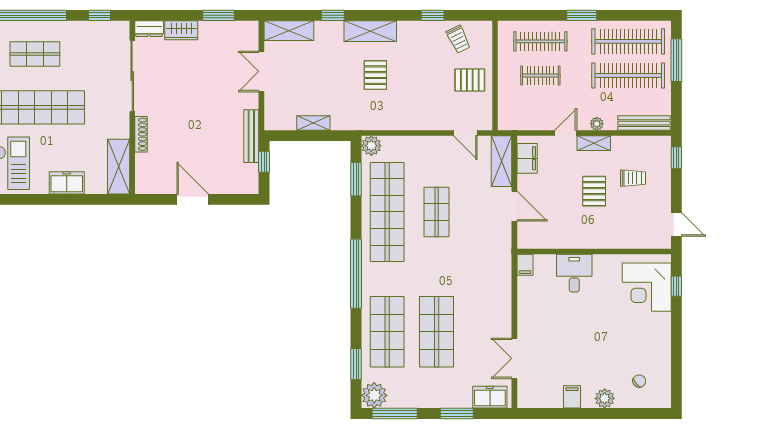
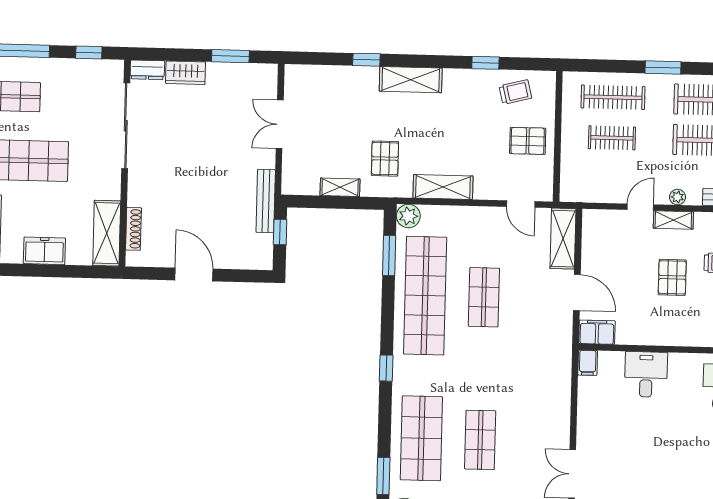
shelving: (289, 31) -> (443, 187), moved
trolley: (458, 39) -> (515, 92), turned -78
pallet: (375, 75) -> (385, 159), moved
shoe rack: (141, 134) -> (133, 229), moved
filing cabinet: (527, 158) -> (597, 332), moved, turned -90
window: (356, 274) -> (386, 368), width x0.32
shop shelf: (437, 332) -> (480, 440), width x0.70, depth x0.74

